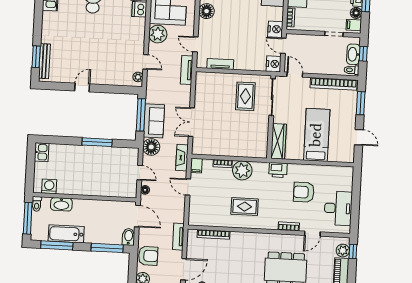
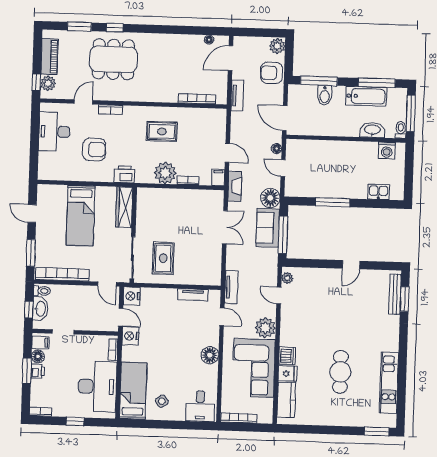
kitchen sink: (42, 152) -> (378, 192), moved, turned 90
bidet: (129, 237) -> (325, 95), moved

